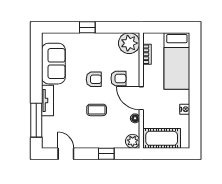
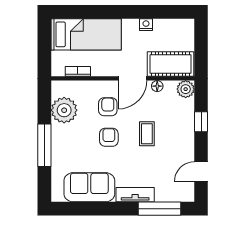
window: (87, 27) -> (44, 145), width x2.17
plant: (129, 43) -> (64, 110), moved
cot: (162, 138) -> (171, 64), moved, turned 90

